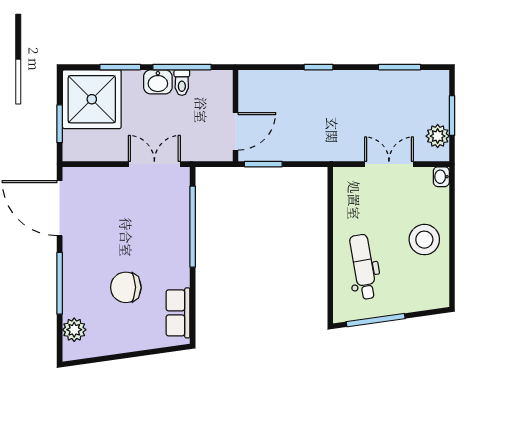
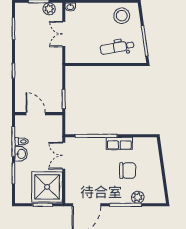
shower: (92, 99) -> (47, 187), moved
door: (236, 131) -> (36, 114), moved
stool: (424, 240) -> (122, 16), moved
chair: (126, 287) -> (128, 171), turned -90
row of seats: (178, 313) -> (119, 143), moved
plant: (74, 330) -> (138, 197), moved

